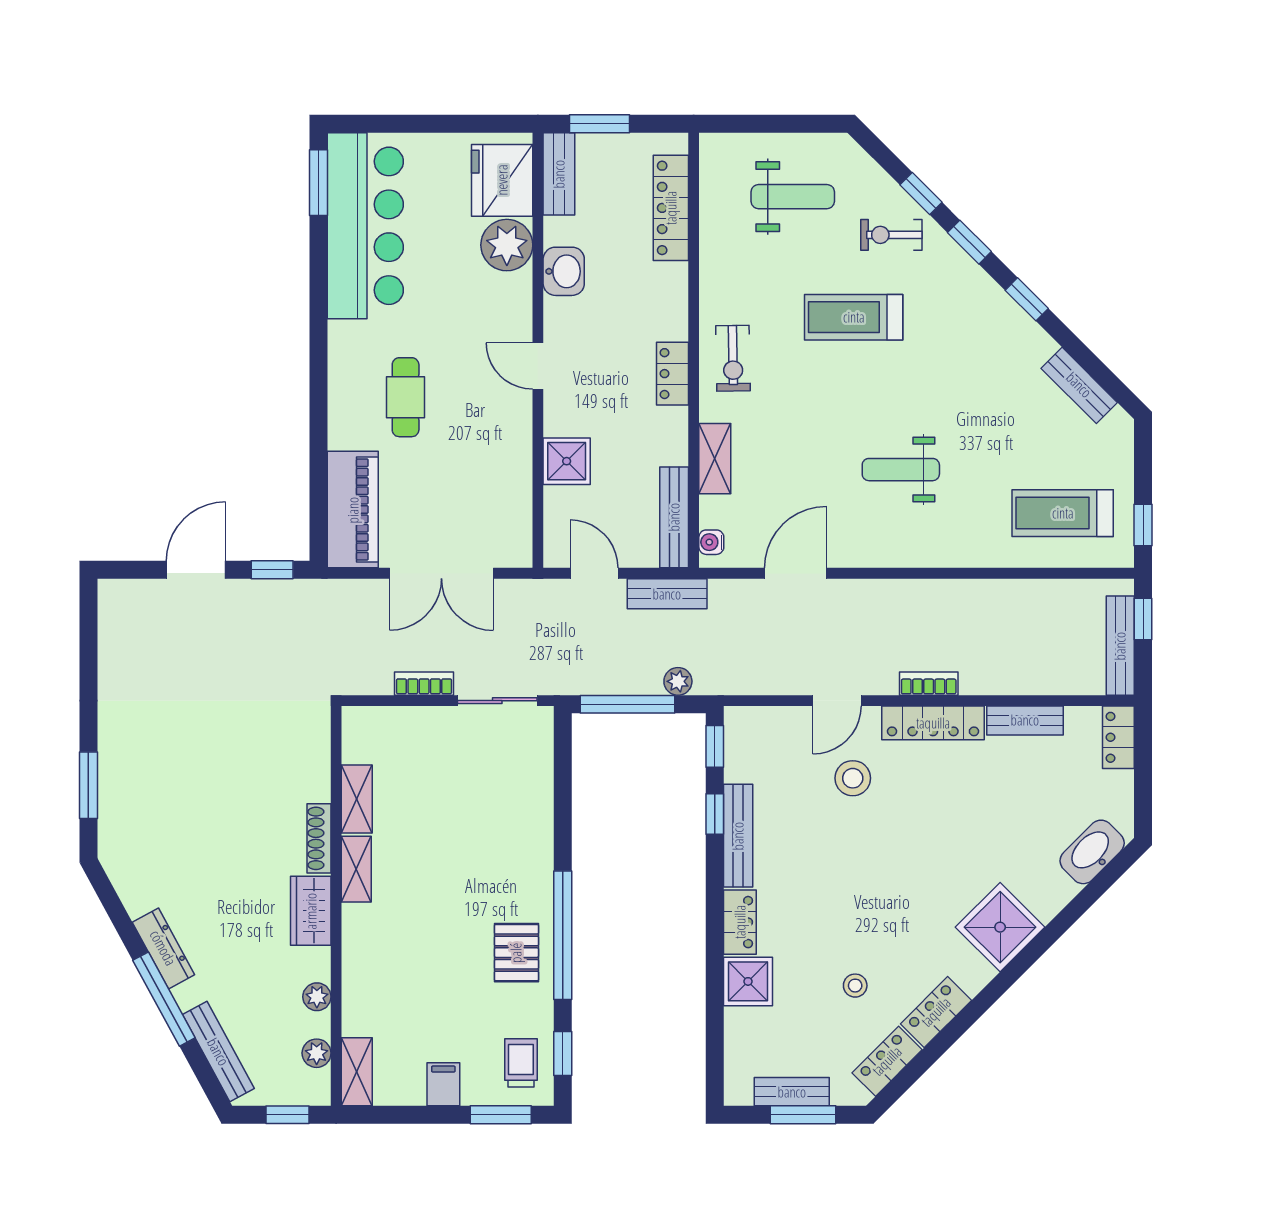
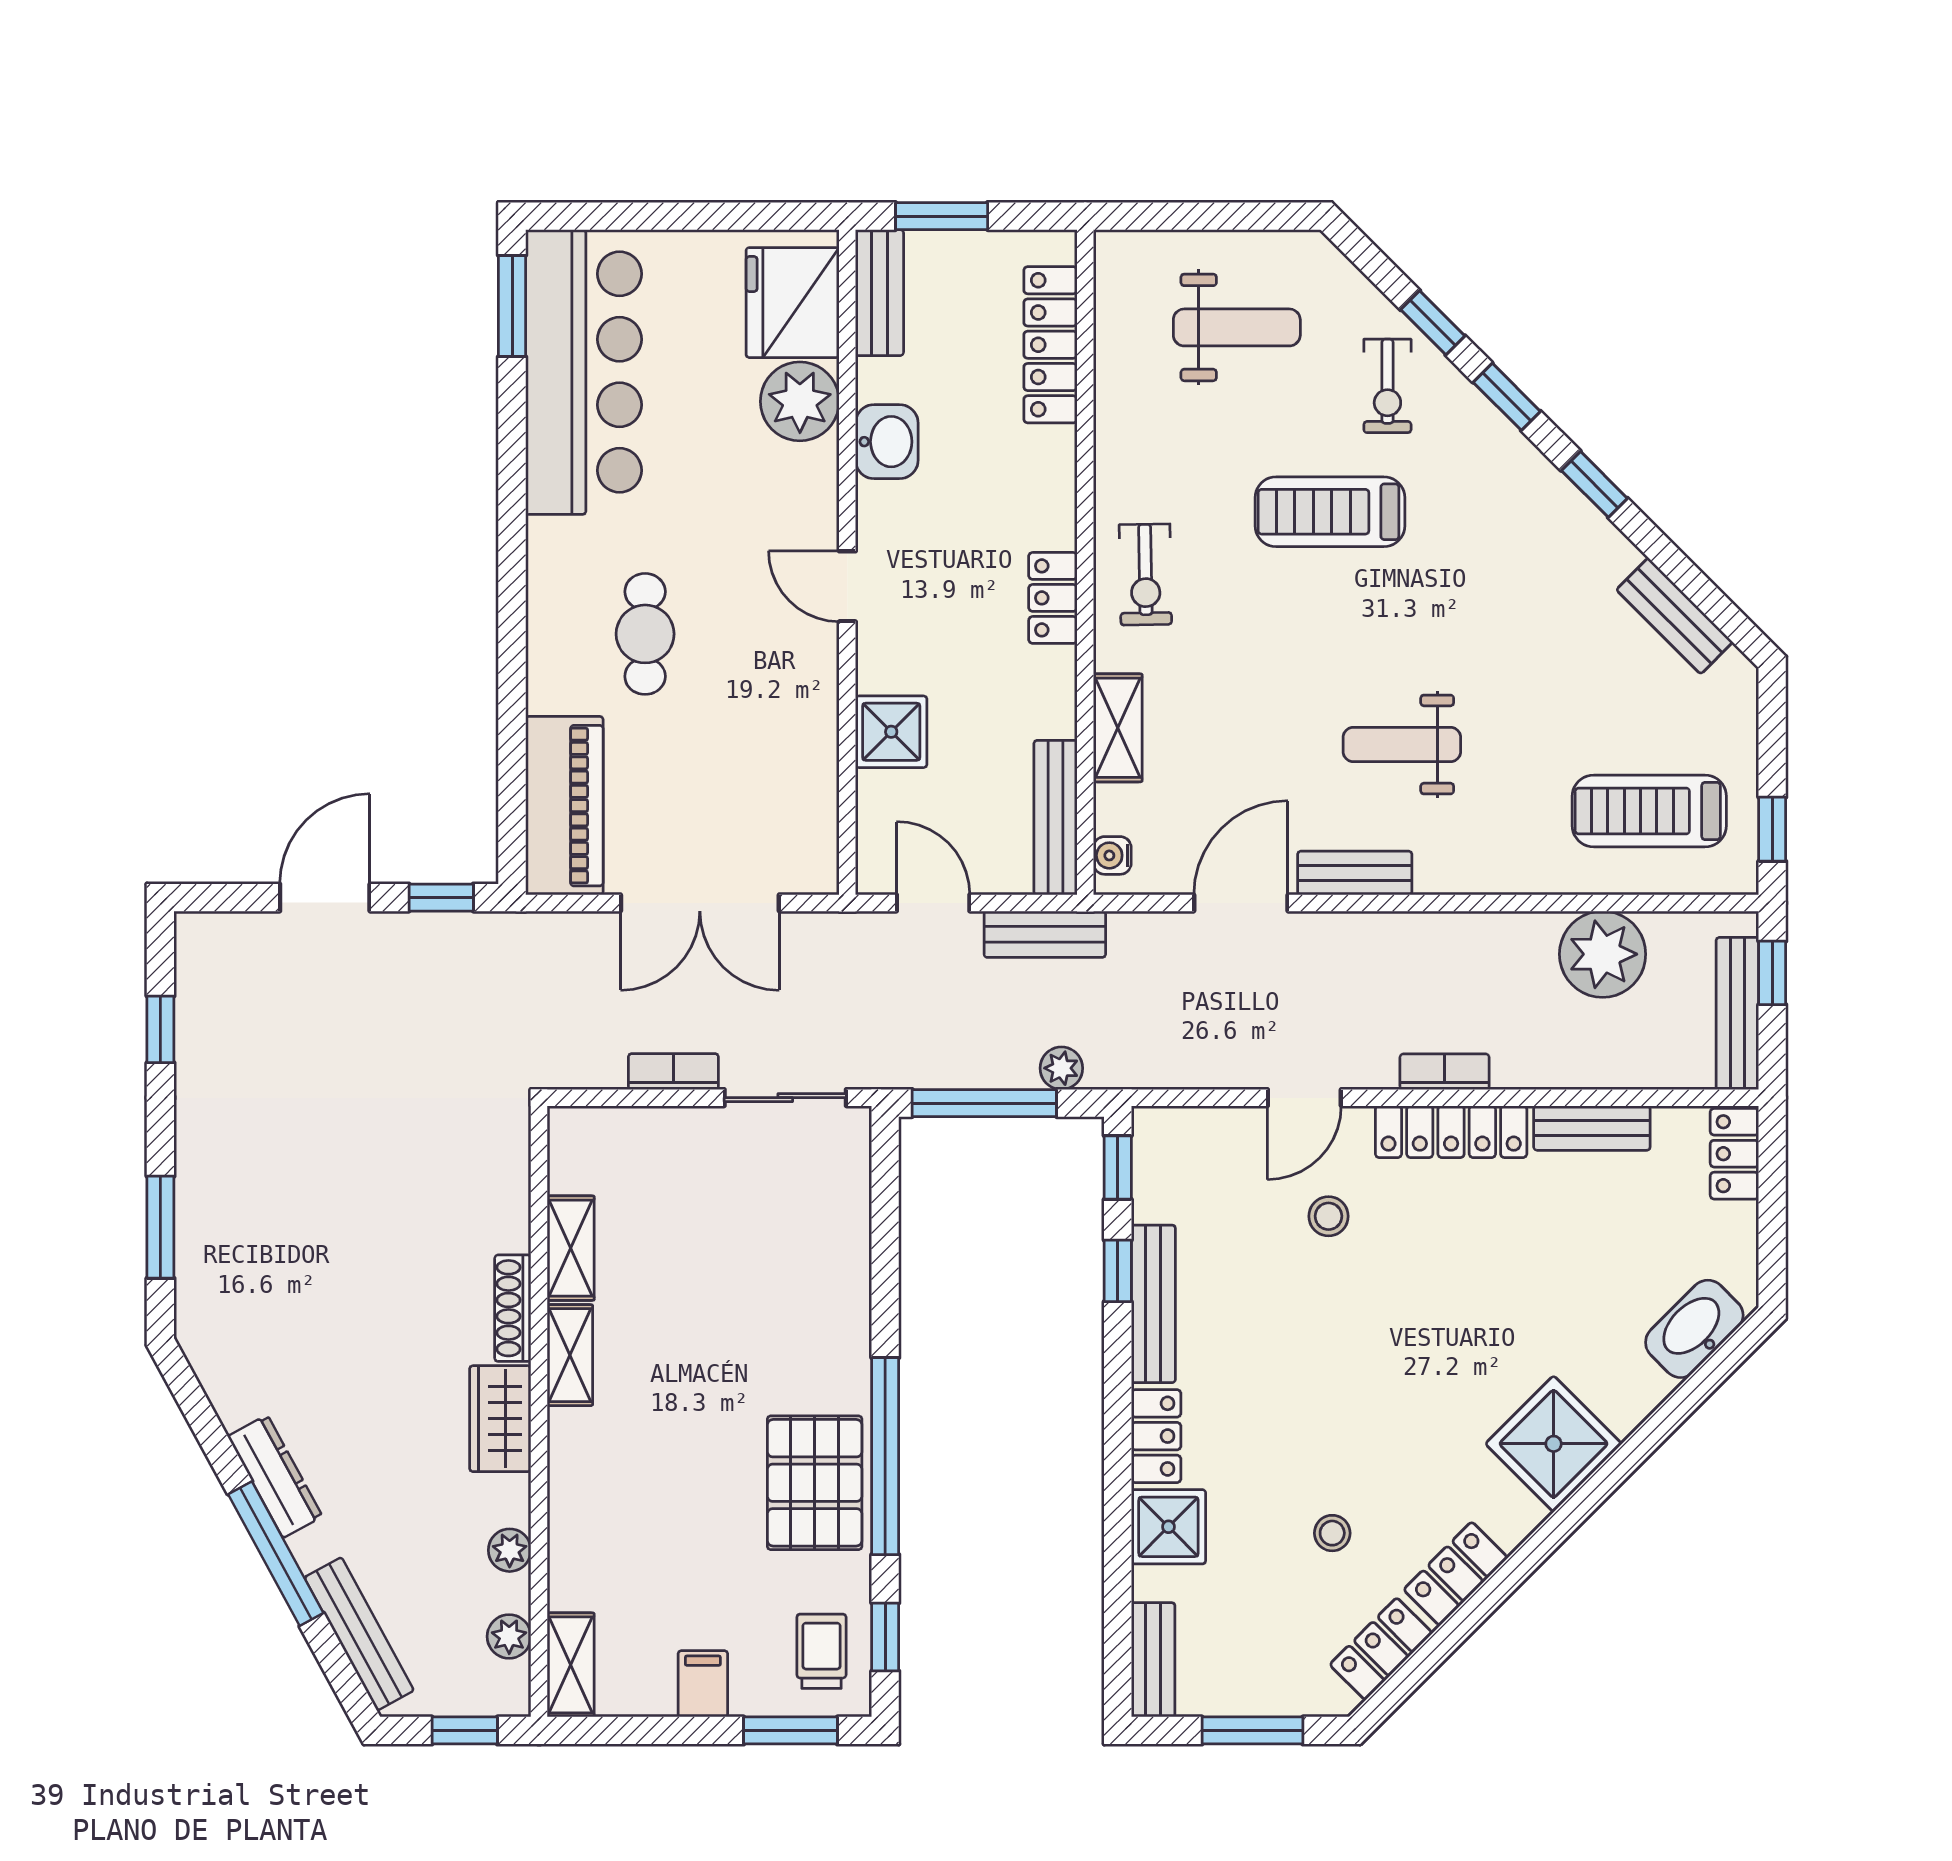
exercise bike: (891, 235) -> (1387, 386), turned -90
bench: (870, 554) -> (1355, 873), added
plant: (1032, 607) -> (1603, 954), added
window: (88, 656) -> (160, 1029), added
stool: (853, 778) -> (1328, 1216), width x0.73, depth x0.73
pallet: (516, 953) -> (815, 1483), width x1.50, depth x1.42
bench: (792, 1092) -> (1153, 1660), moved, turned 90

